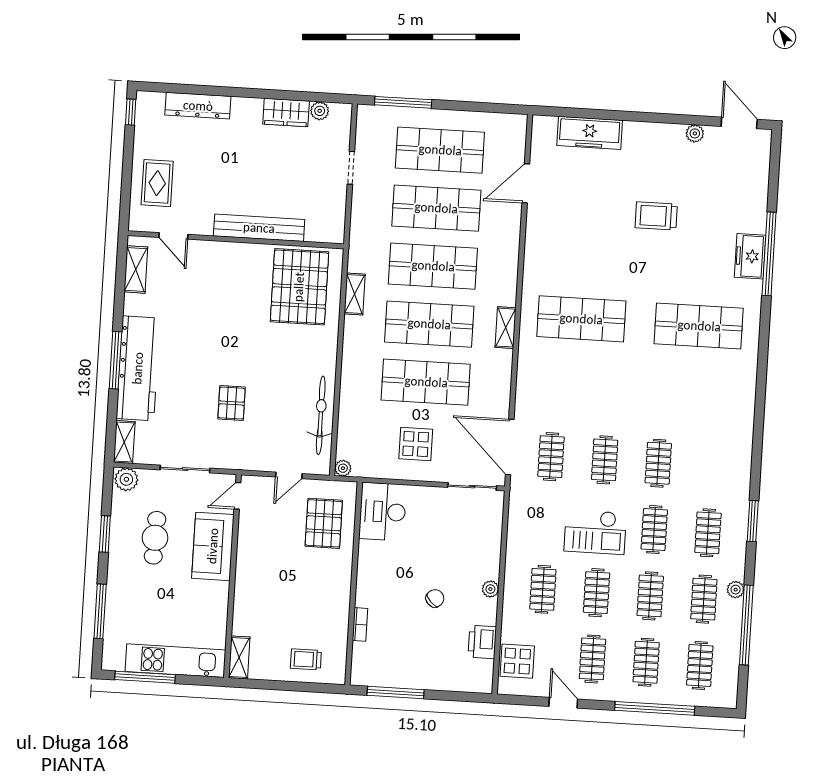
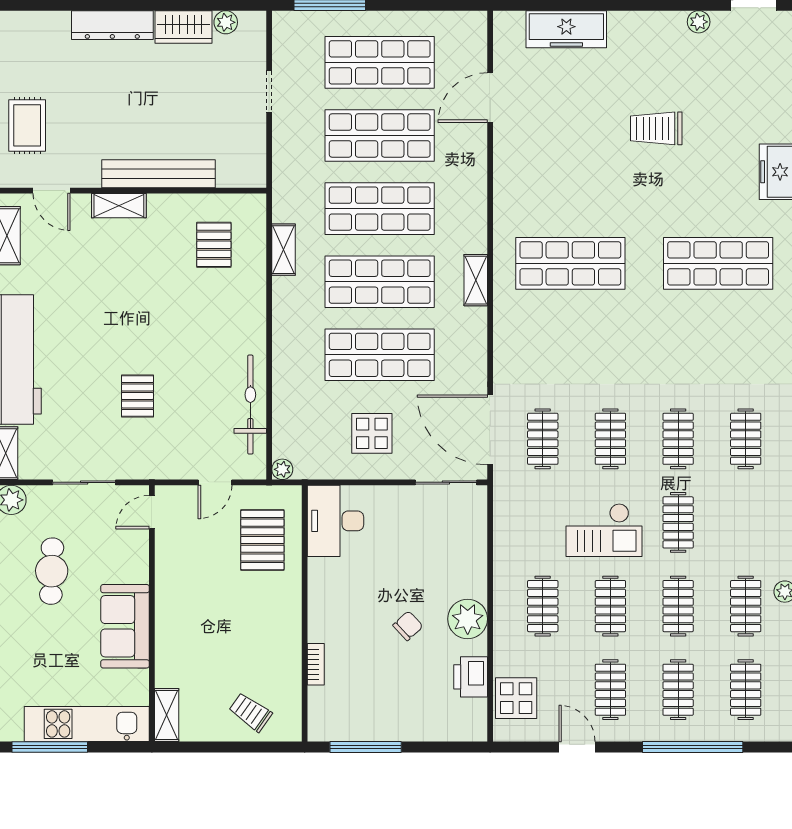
dresser: (198, 106) -> (112, 25), moved
shelving: (226, 251) -> (119, 206), added
pallet: (299, 287) -> (214, 245), width x0.49, depth x0.50
clothes rail: (708, 533) -> (746, 439), moved
sofa: (213, 546) -> (125, 626), moved
plant: (490, 589) -> (468, 619), width x1.87, depth x1.87
trolley: (306, 659) -> (250, 712), turned 35

